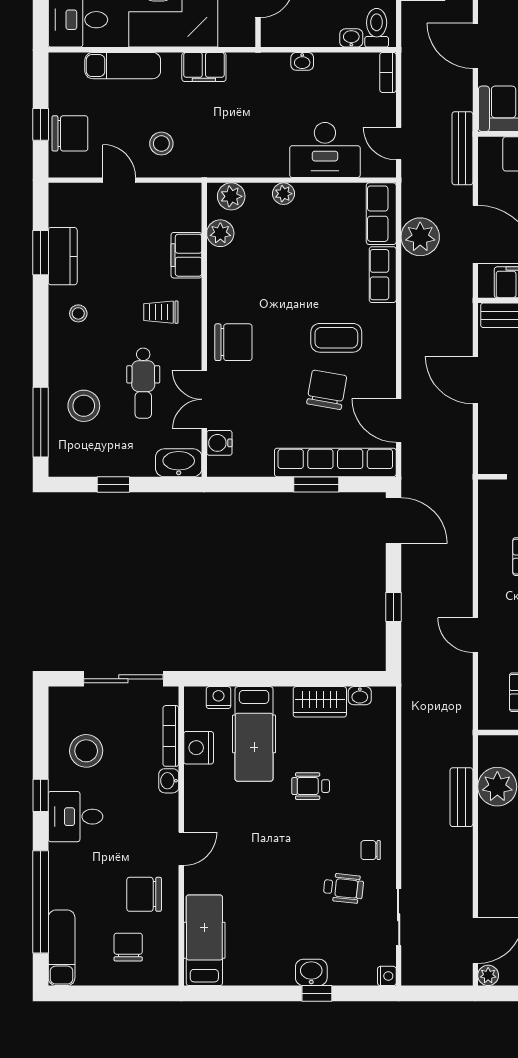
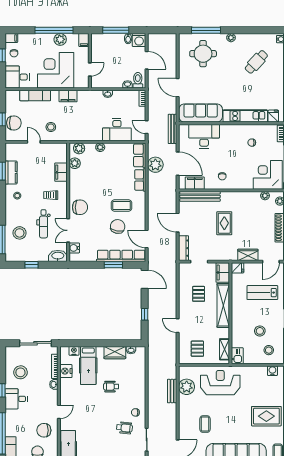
dresser: (490, 443) -> (184, 248), added

